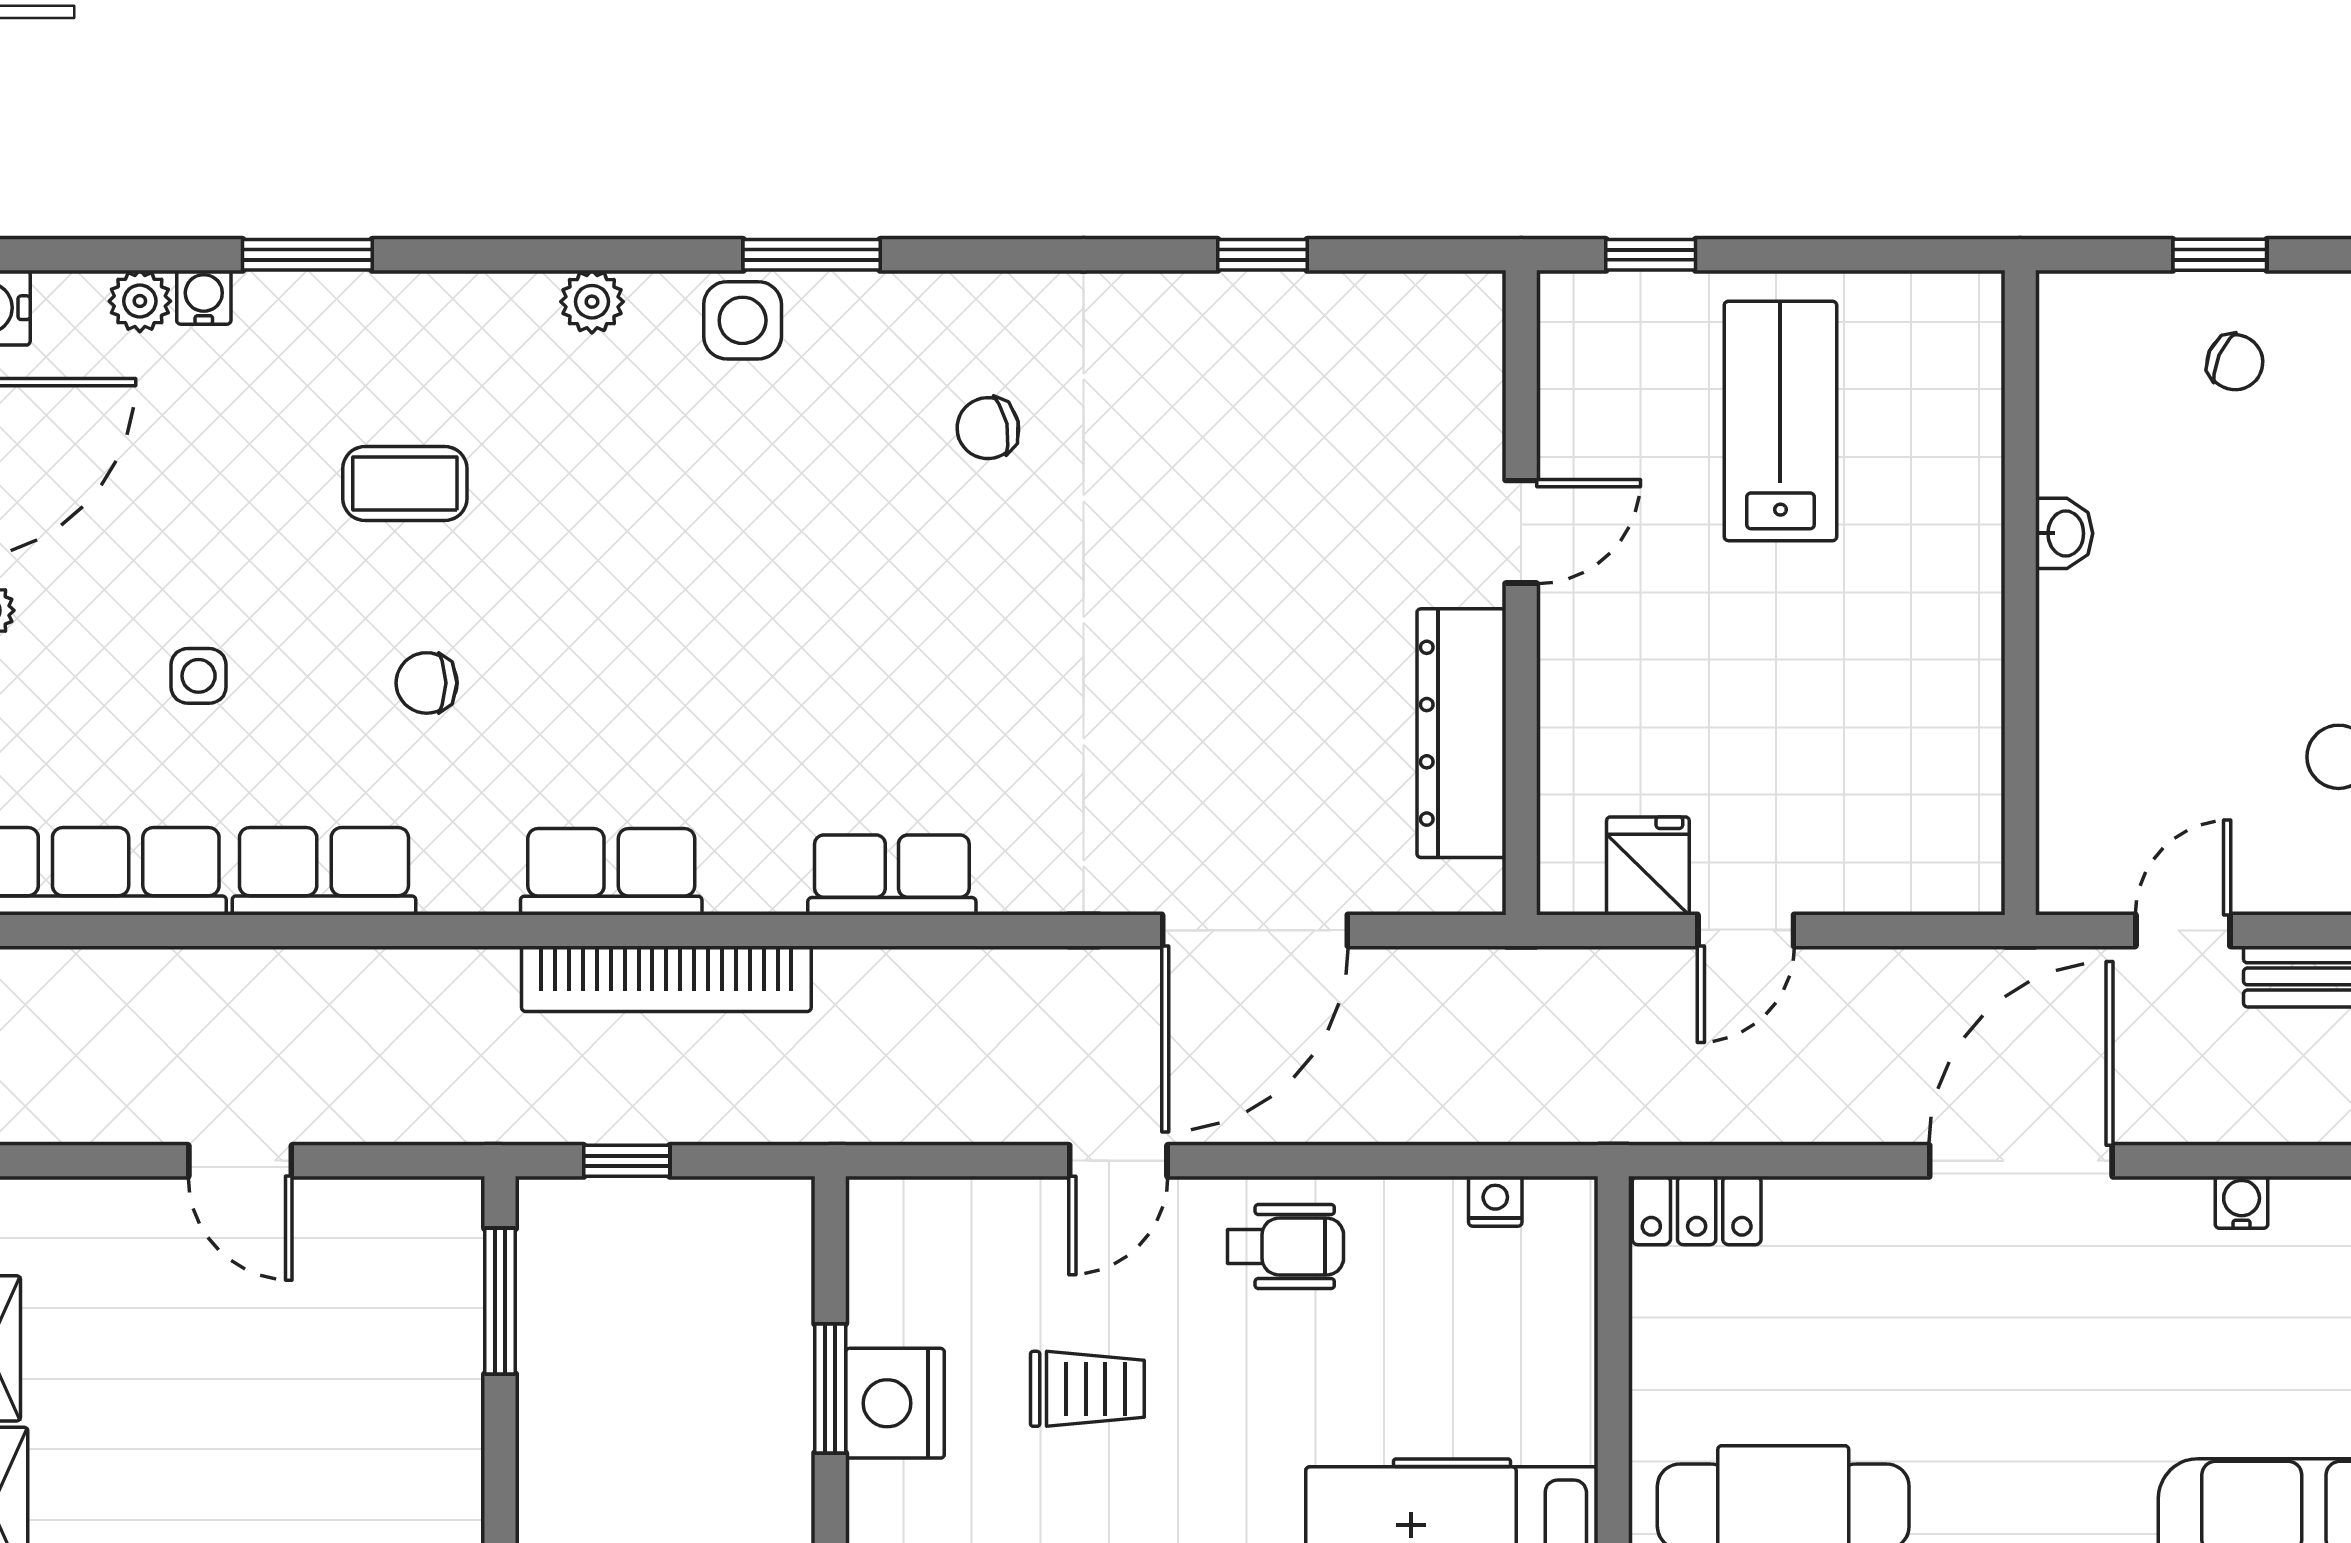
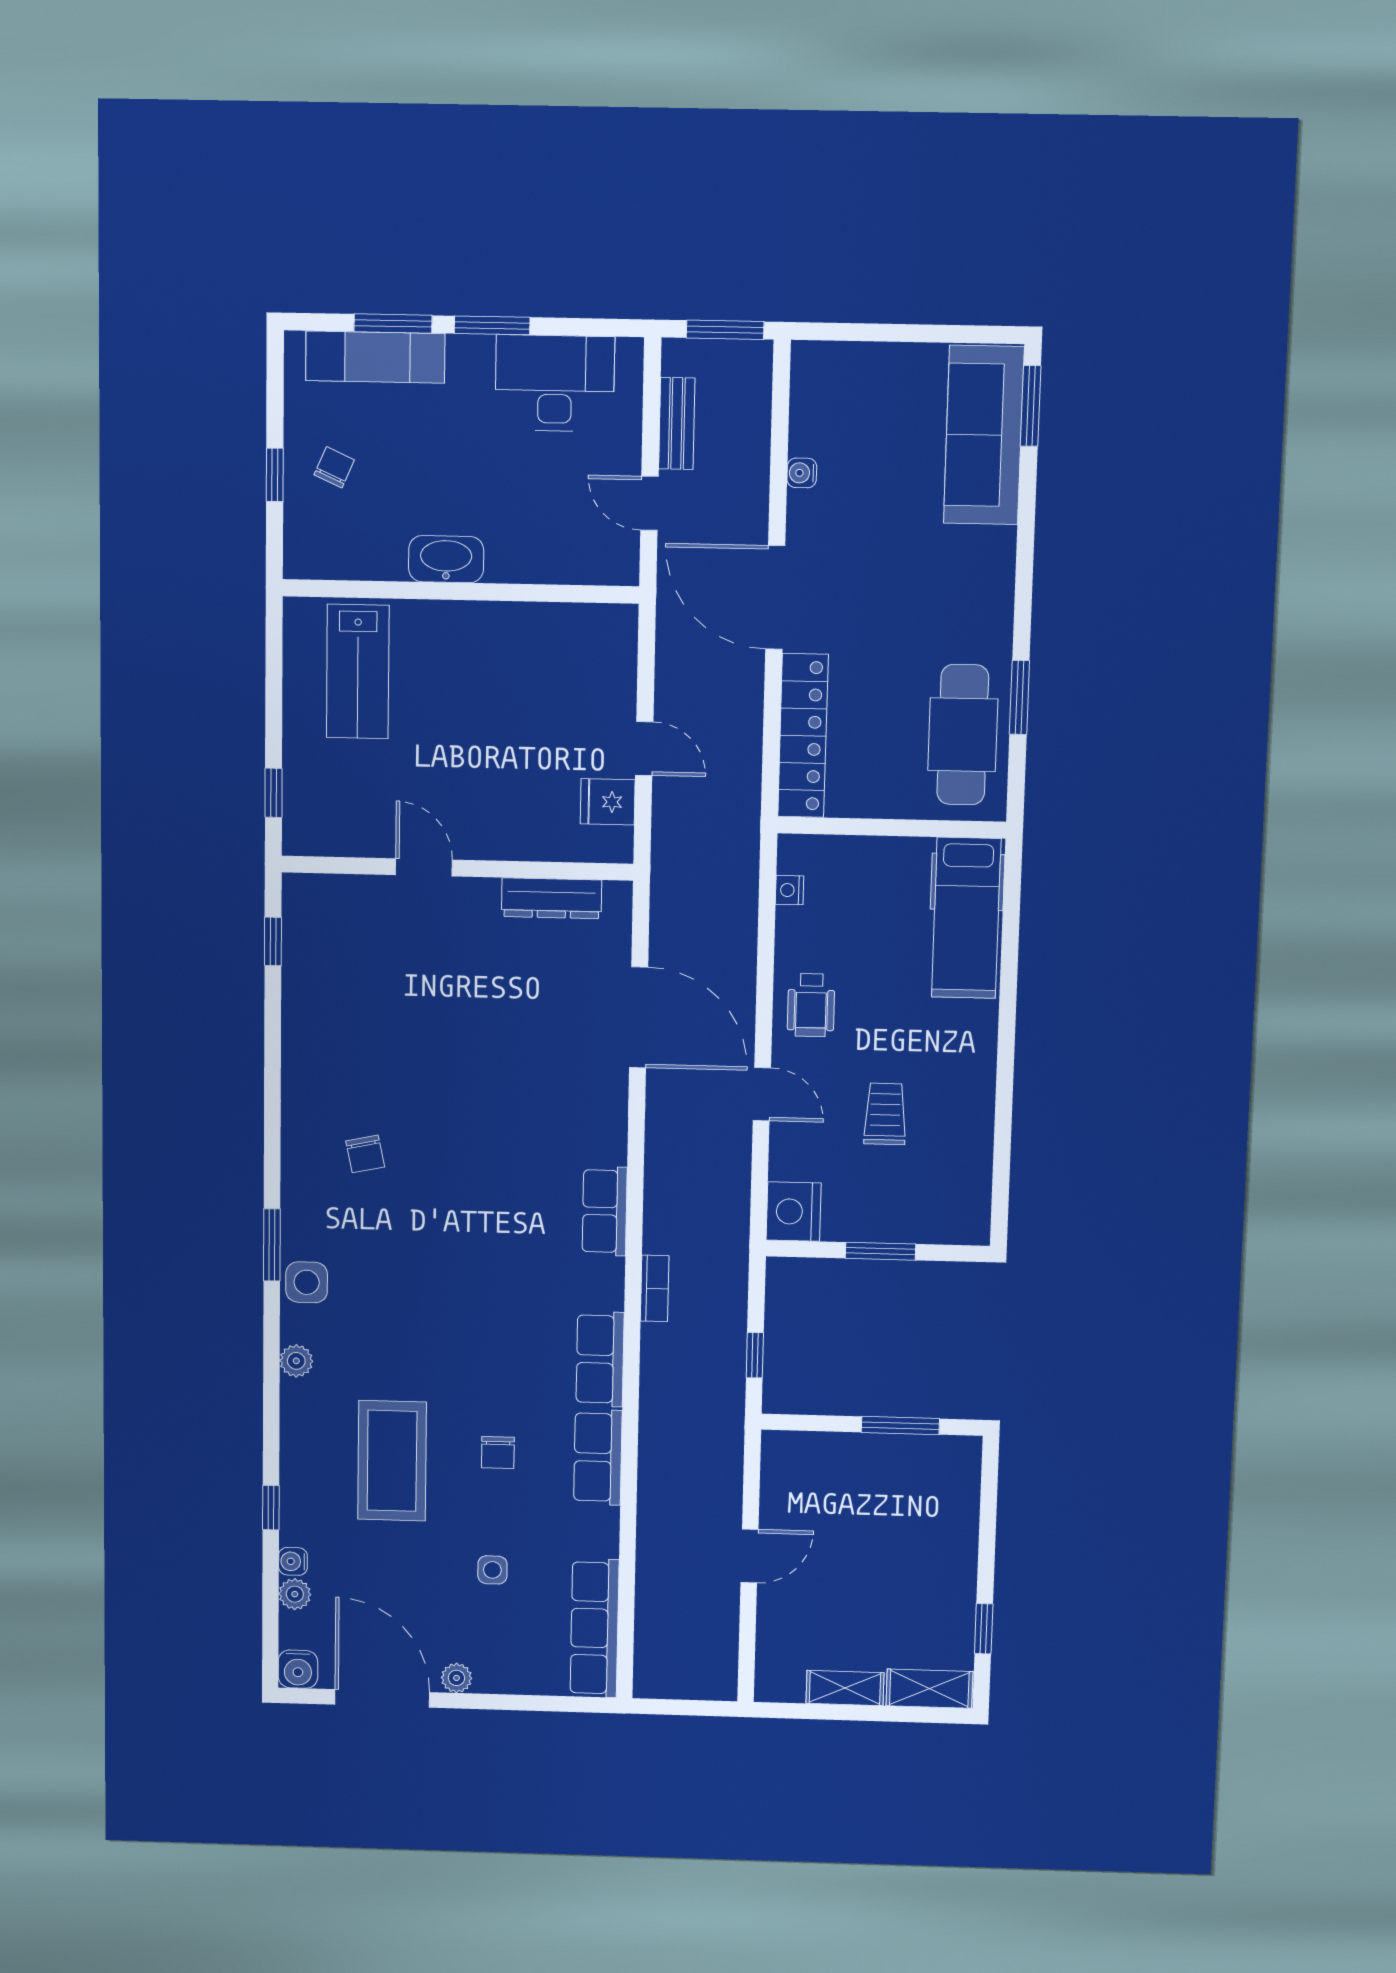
window: (307, 255) -> (271, 1508), width x0.67
window: (1262, 255) -> (273, 941), moved
lab bench: (1780, 421) -> (358, 672), moved, turned -90
coffee table: (405, 483) -> (392, 1461), width x1.86, depth x1.72
washbasin: (2064, 533) -> (446, 559), width x1.91, depth x1.45
dresser: (1461, 733) -> (552, 898), width x0.73, depth x0.80
row of seats: (324, 871) -> (598, 1457), moved
bookcase: (666, 979) -> (655, 1288), width x0.43, depth x0.76
locker: (1697, 1210) -> (803, 736), width x2.16, depth x1.21
wheelchair: (1285, 1246) -> (811, 1005), turned 180
window: (500, 1301) -> (900, 1426), moved
nightstand: (895, 1403) -> (794, 1212), moved, turned 90

